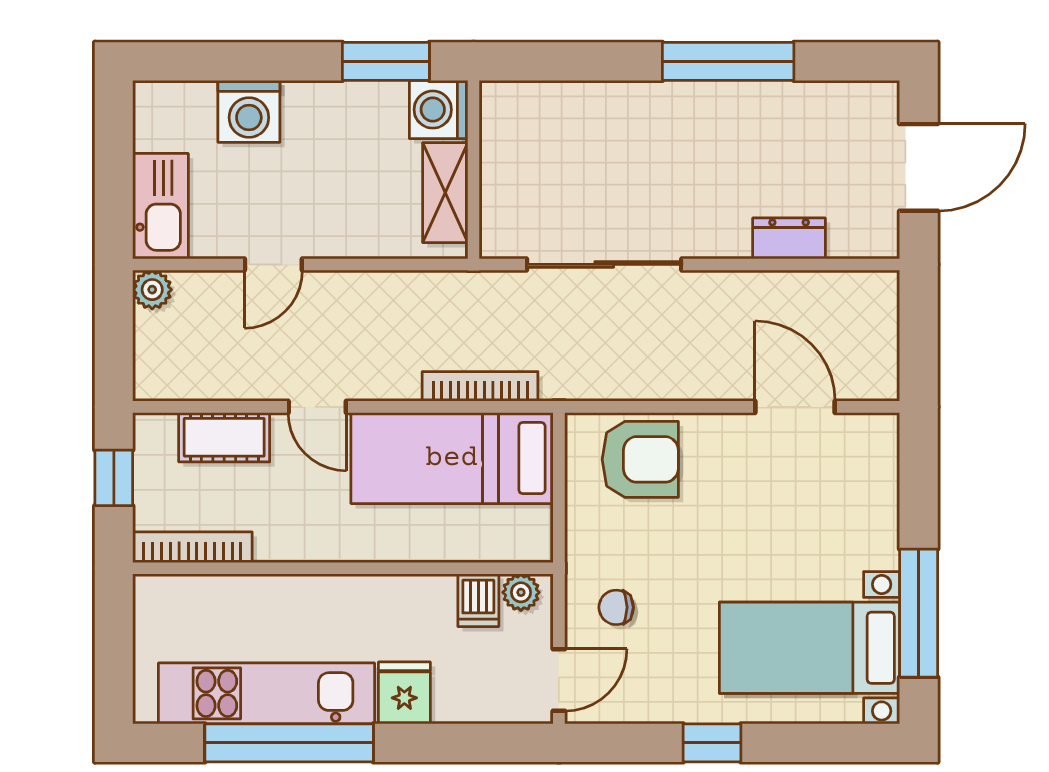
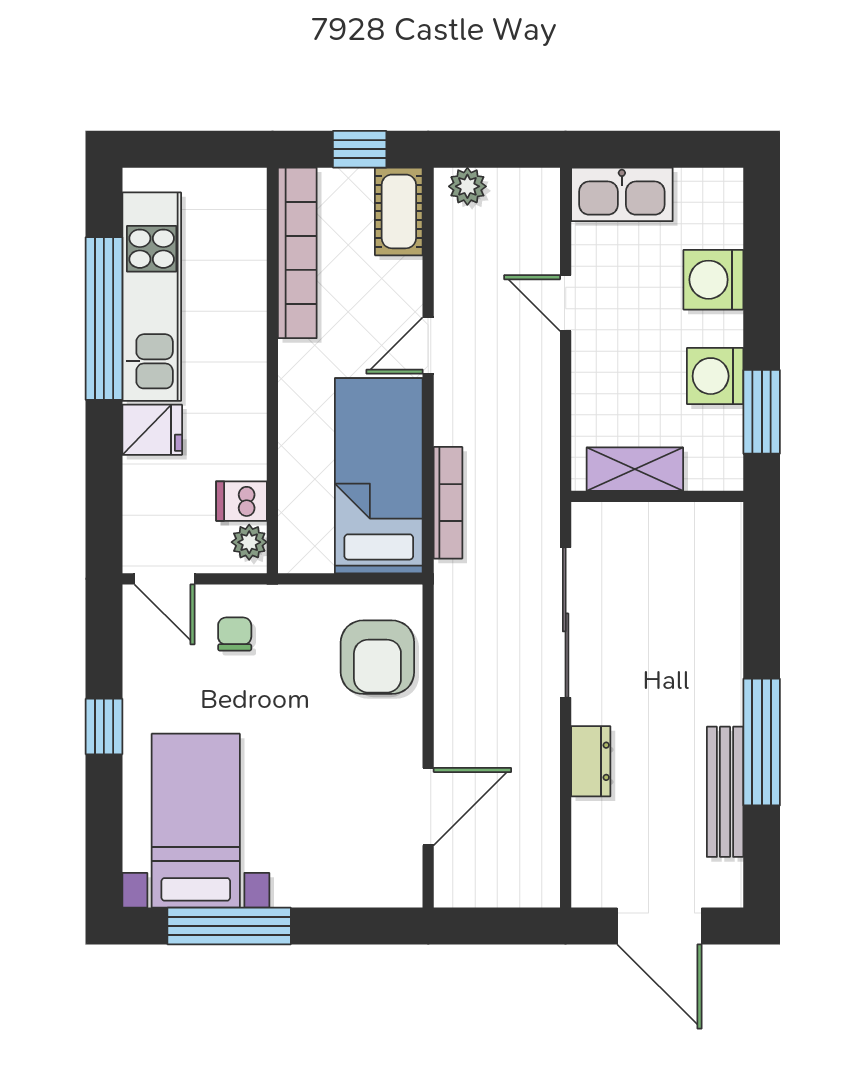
bench: (780, 99) -> (725, 792), added
washing machine: (439, 110) -> (715, 376), moved, turned -90
dresser: (789, 238) -> (591, 761), moved
plant: (152, 290) -> (467, 186), moved
cot: (224, 437) -> (399, 211), moved
bookcase: (192, 547) -> (297, 253), width x1.48, depth x1.31

